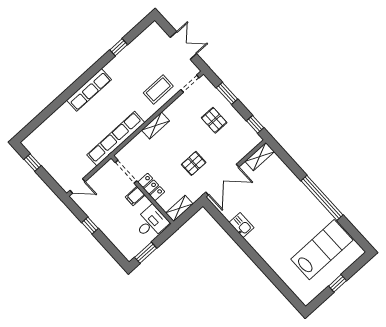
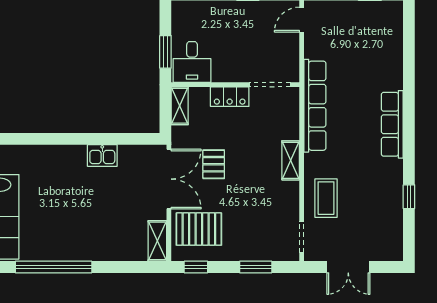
pallet: (214, 120) -> (199, 229), moved, width x1.50, depth x1.42
double door: (222, 180) -> (169, 179), swing flipped
filing cabinet: (135, 196) -> (236, 71), removed
window: (146, 253) -> (165, 52), moved

